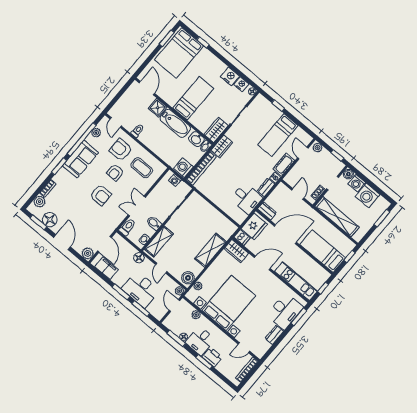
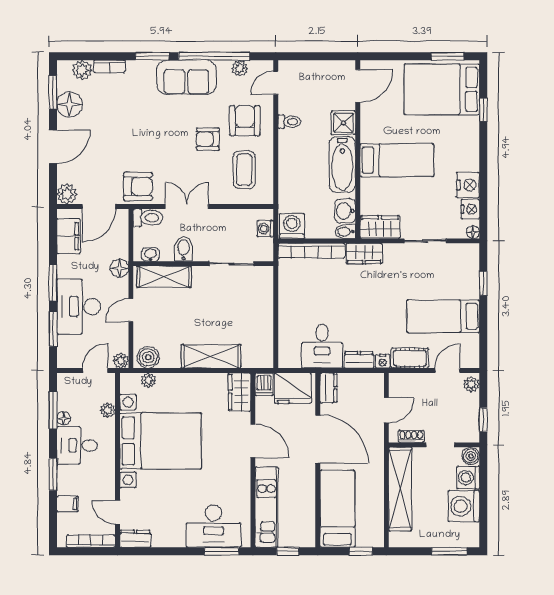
armchair: (101, 195) -> (138, 186), moved, turned -90
dresser: (274, 335) -> (135, 539), moved
printer: (212, 357) -> (69, 480), removed
filing cabinet: (222, 366) -> (68, 504), added

